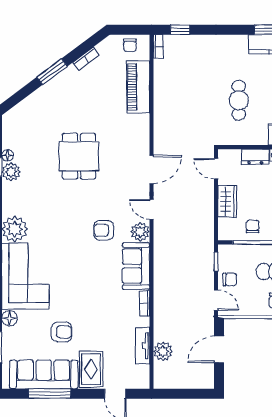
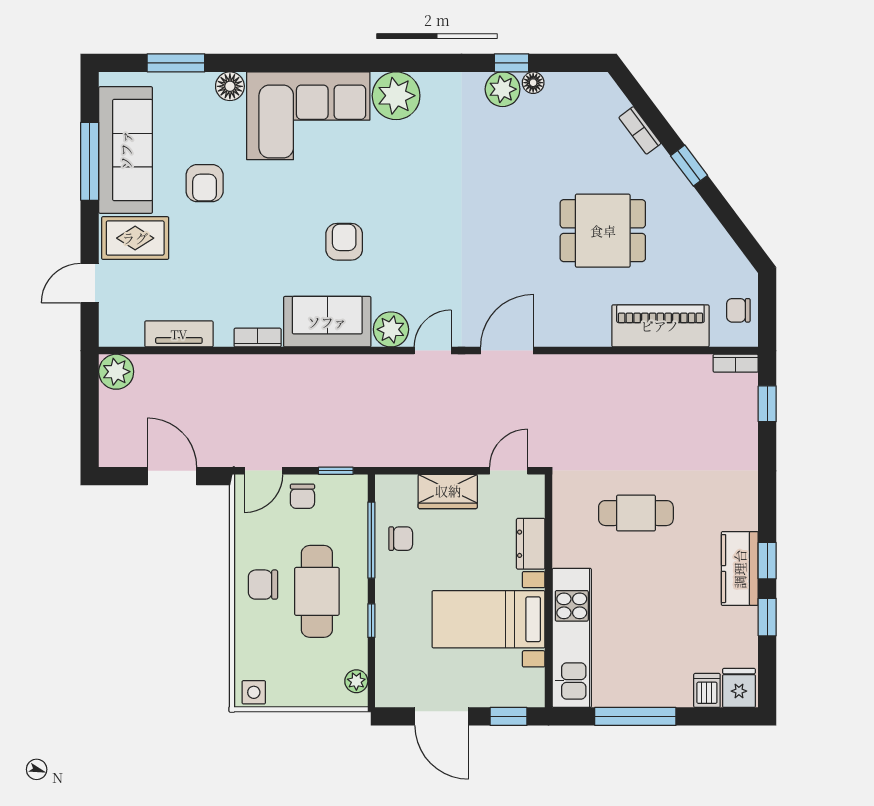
bookcase: (86, 59) -> (640, 130), moved
window: (52, 72) -> (689, 166), width x0.67
dining table: (79, 156) -> (603, 231), moved
door: (152, 170) -> (507, 351), swing flipped
armchair: (104, 230) -> (344, 242), moved
plant: (163, 351) -> (116, 372), moved

